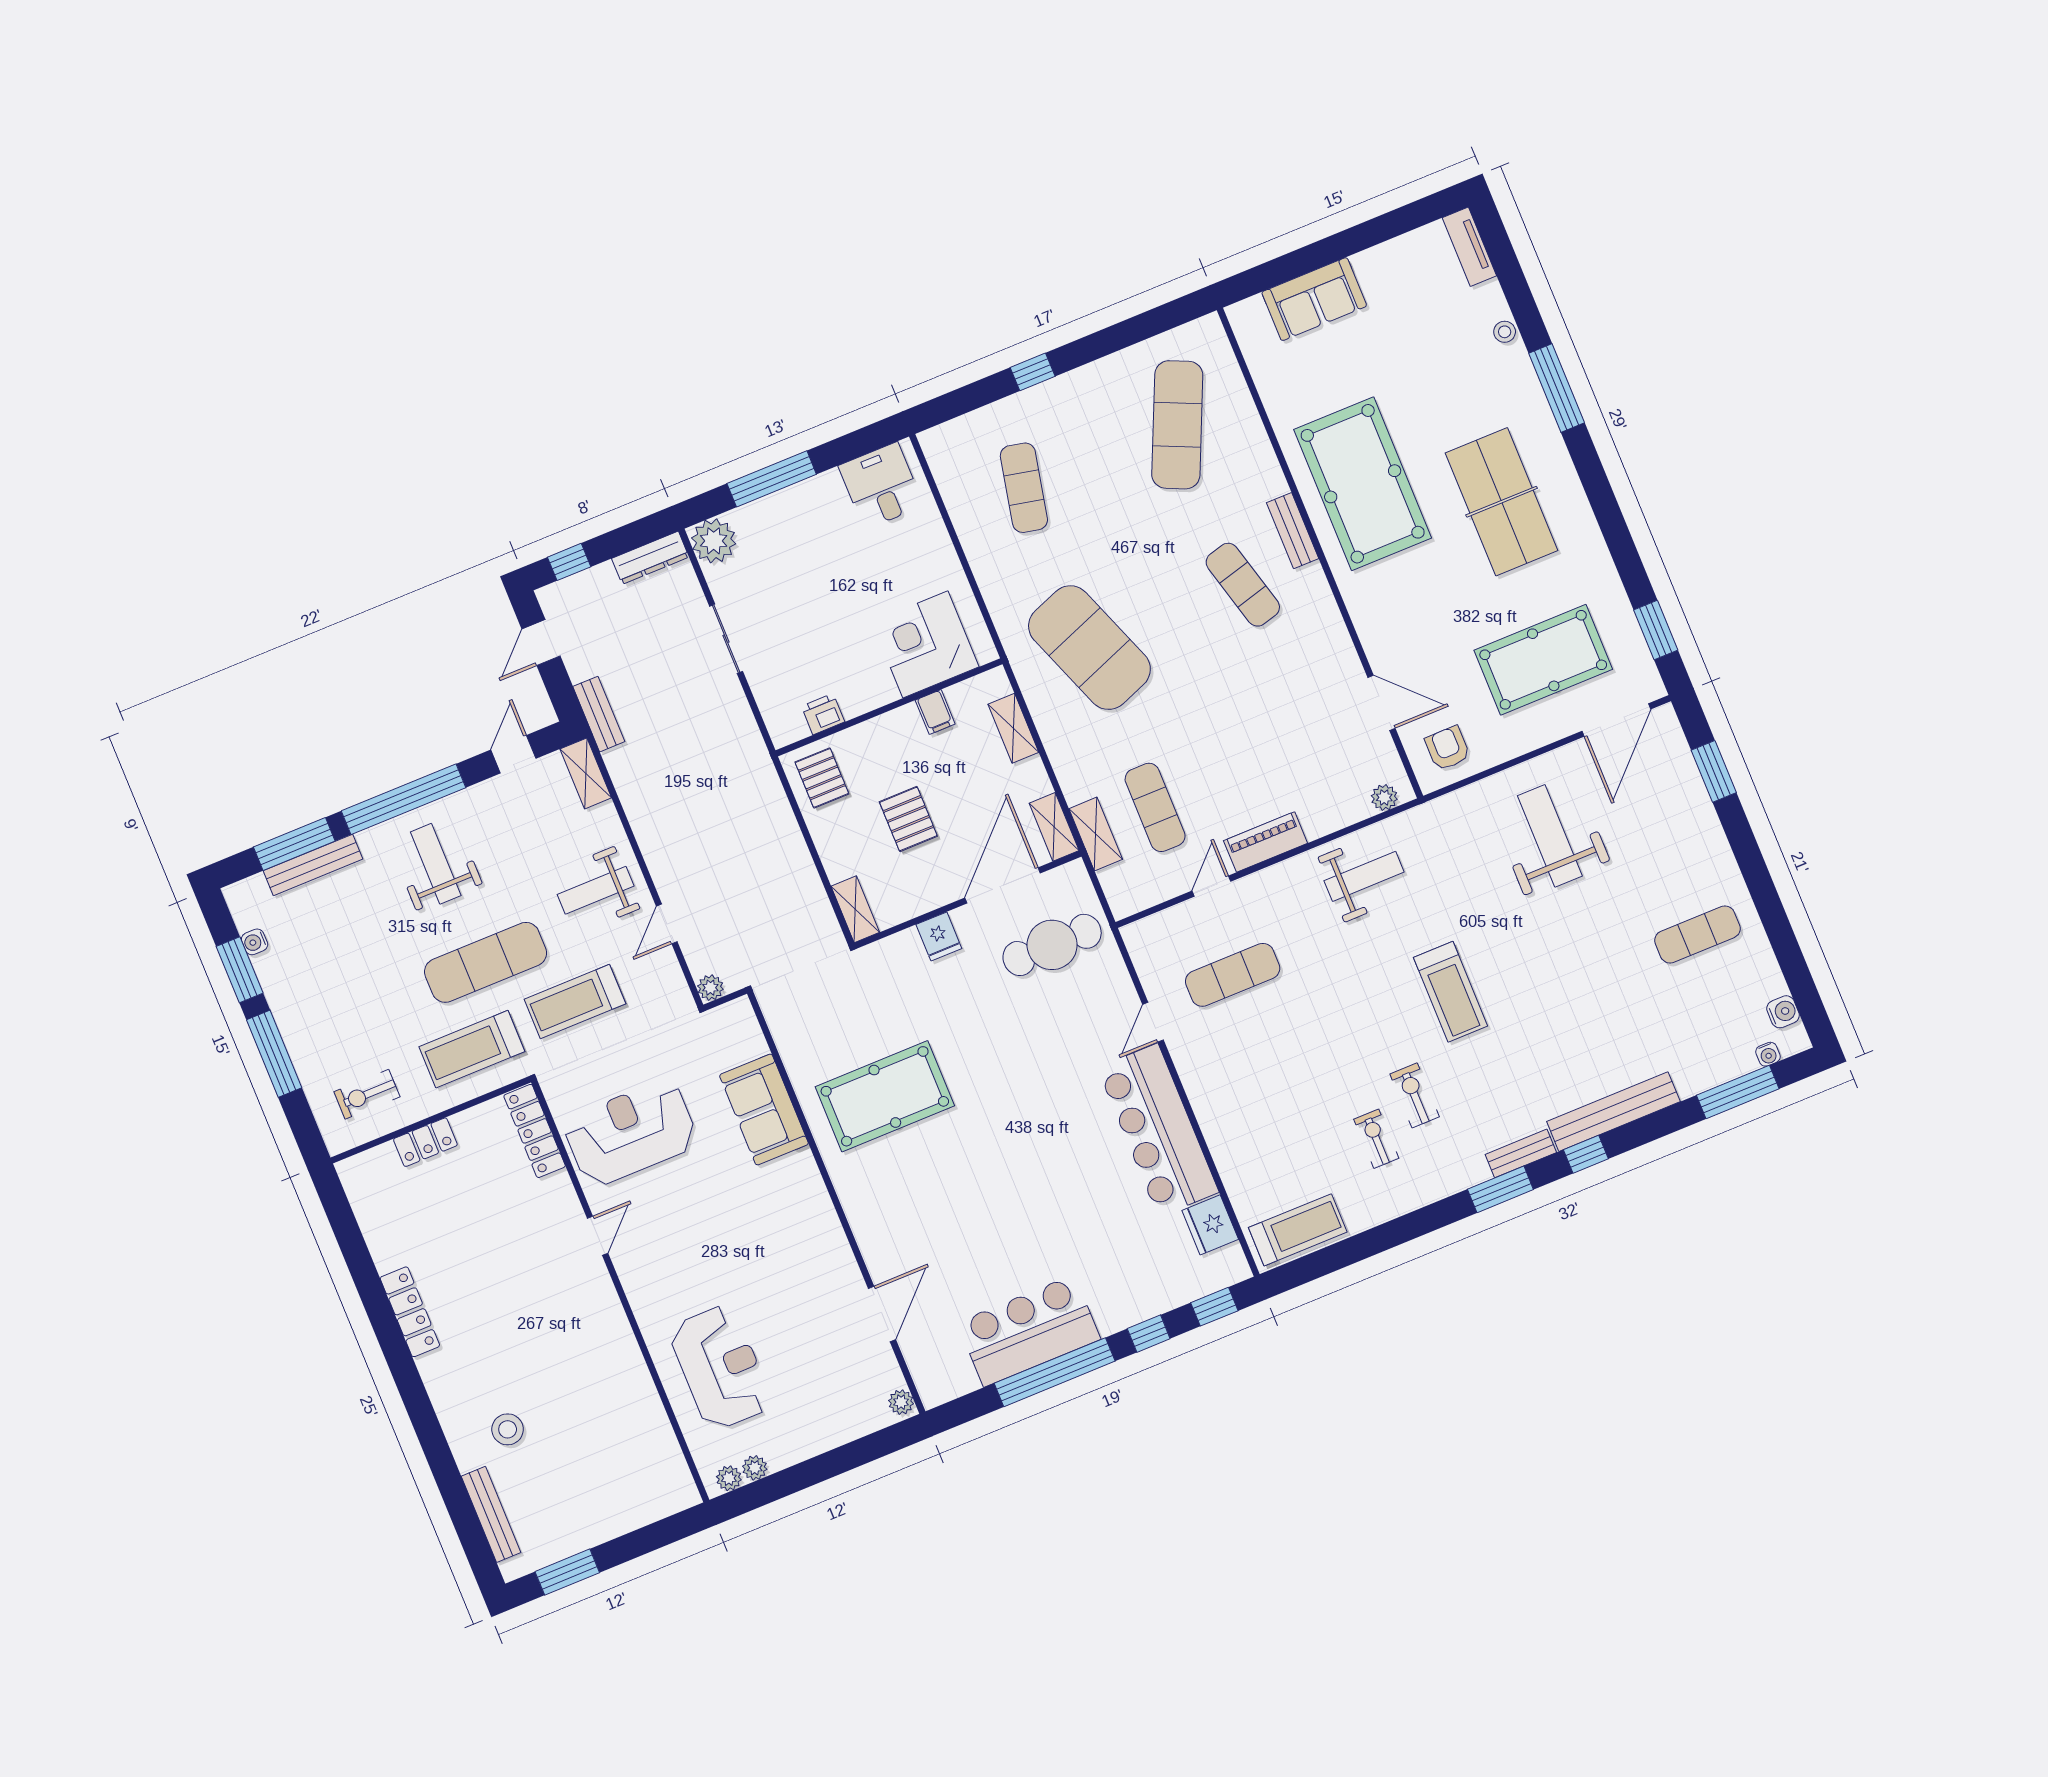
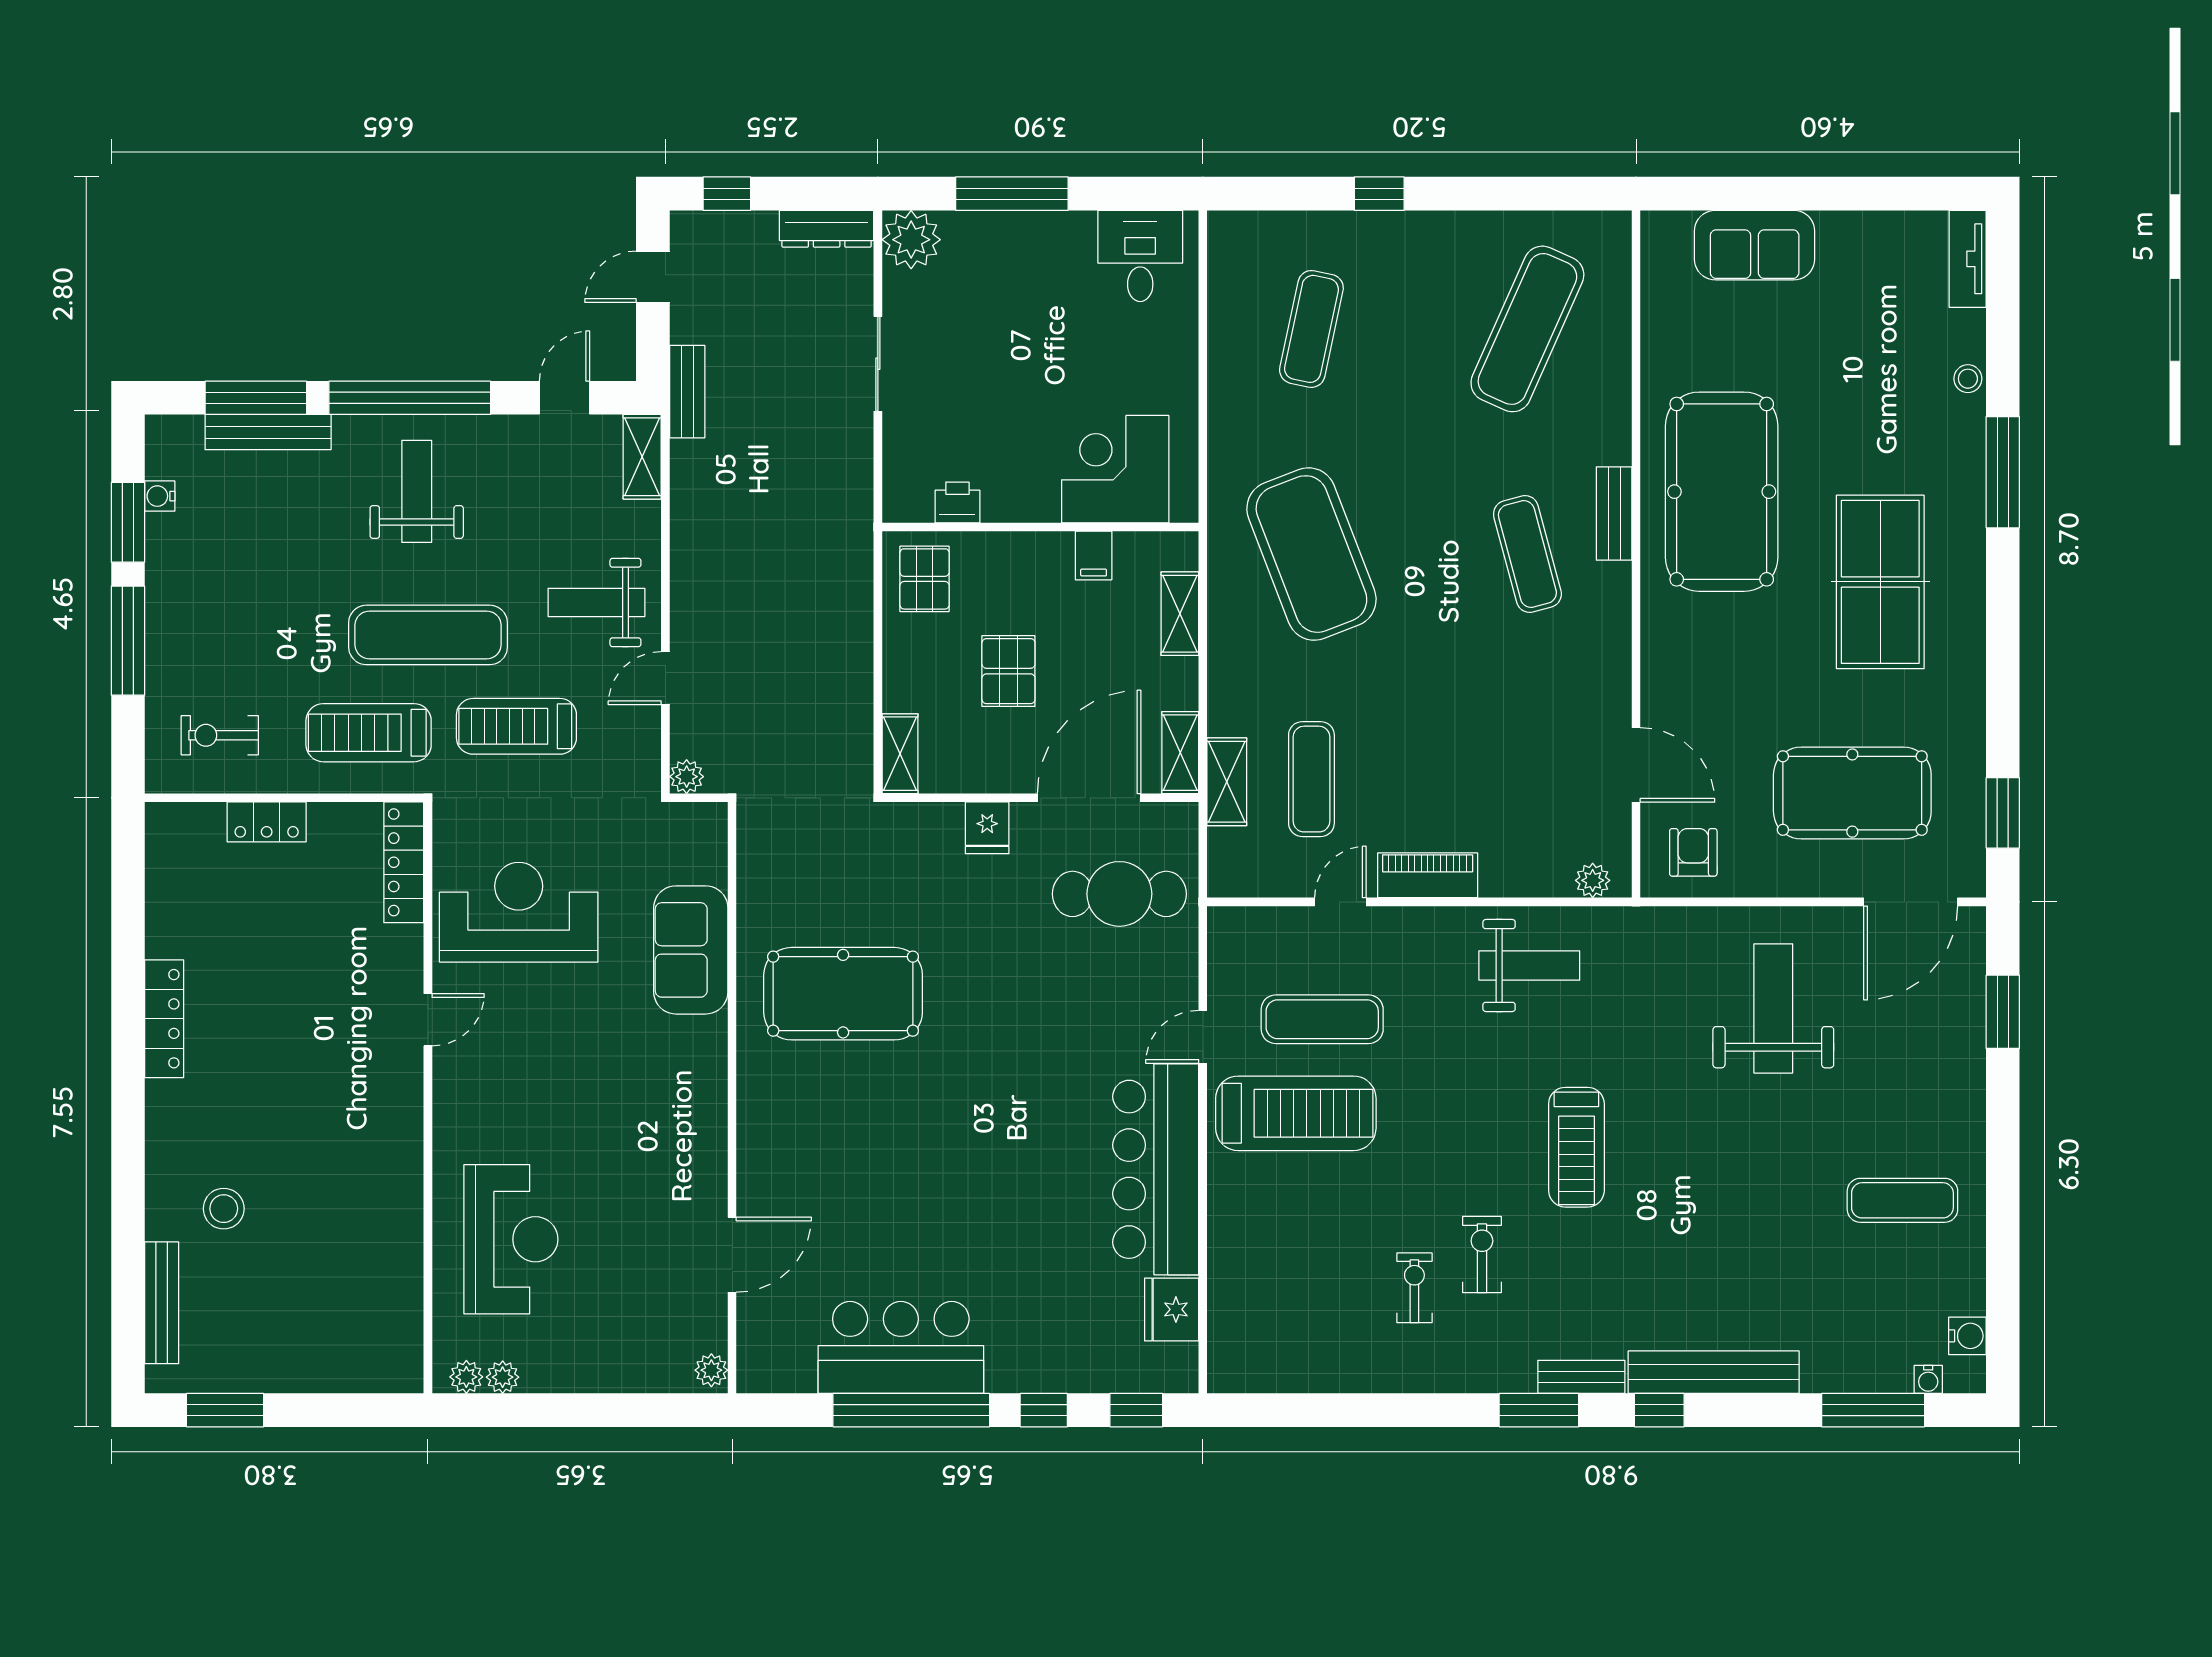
treadmill: (1298, 1230) -> (1296, 1113), moved, width x1.37, depth x1.38

